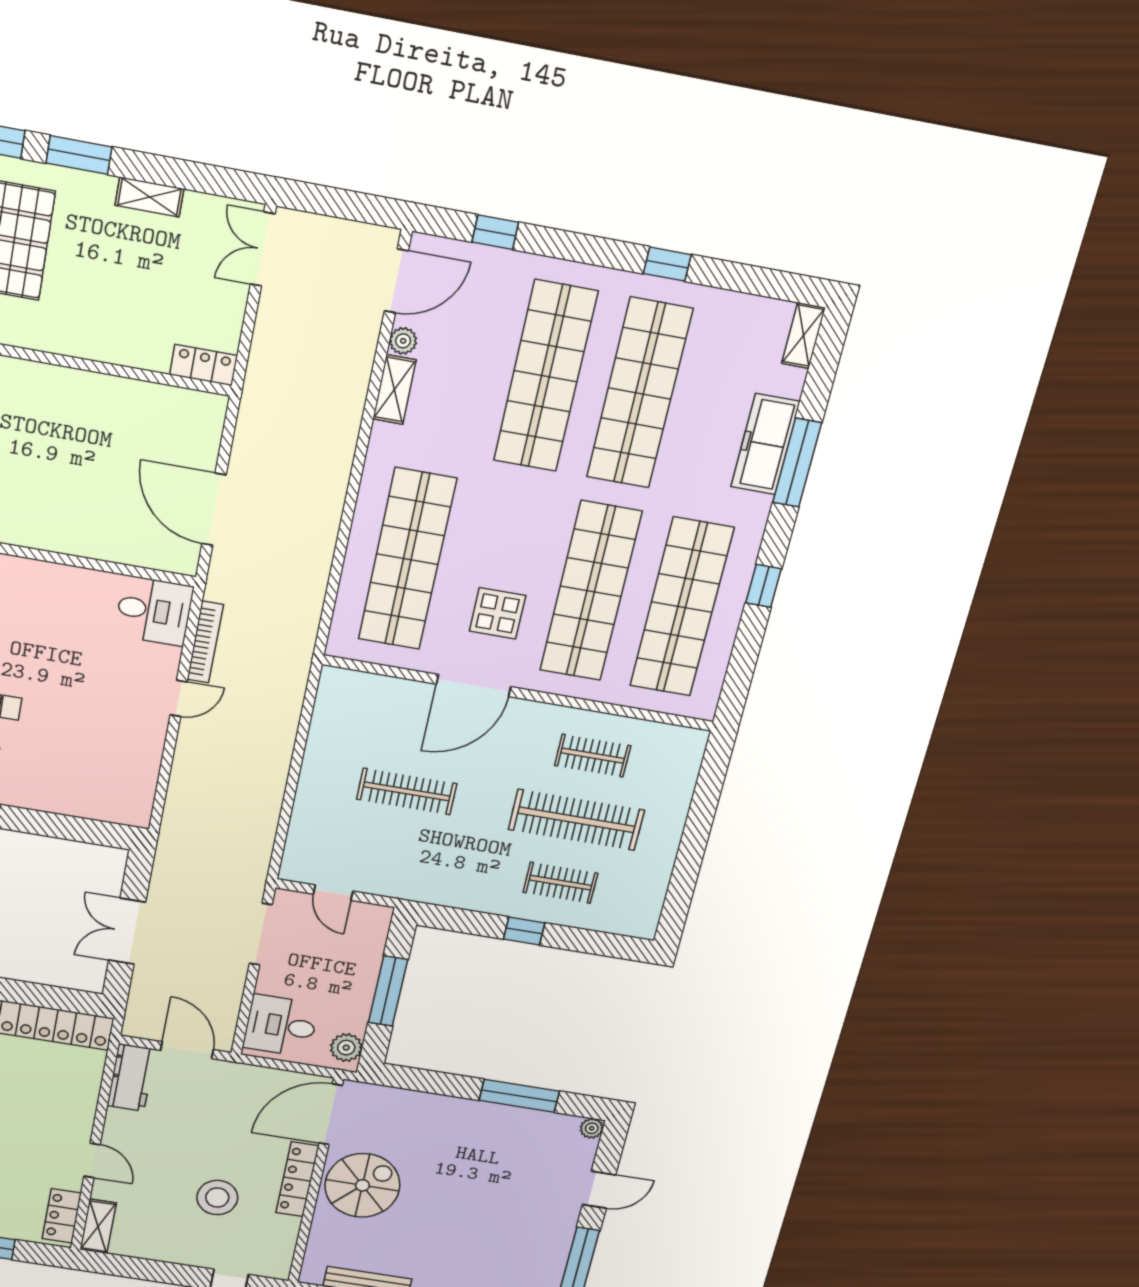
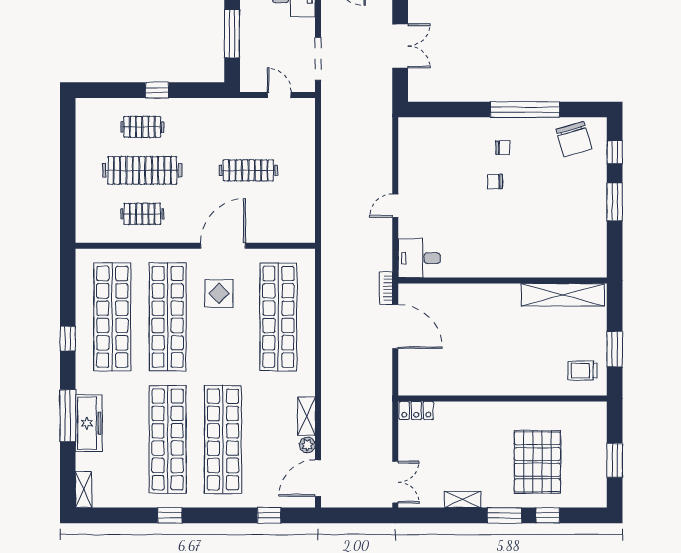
bookcase: (205, 642) -> (386, 288), moved, width x0.64

